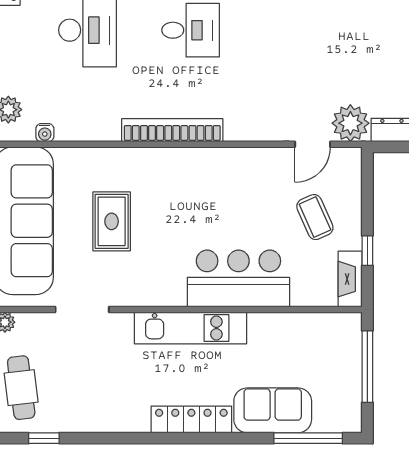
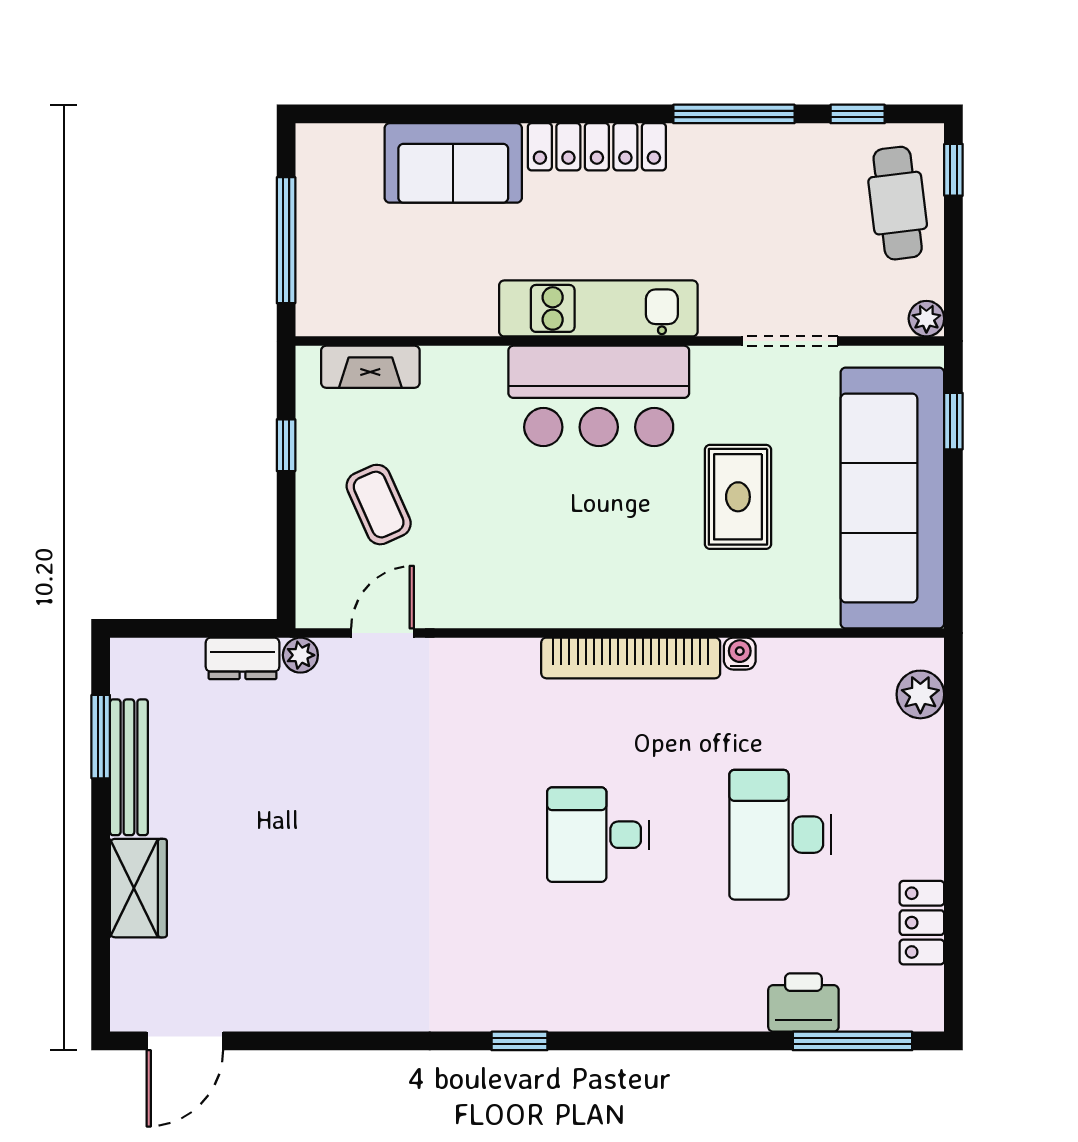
plant: (350, 123) -> (300, 655), width x0.53, depth x0.53
water cooler: (45, 133) -> (740, 654), moved
bar counter: (238, 279) -> (599, 396), moved
fireplace: (350, 279) -> (370, 367), moved, turned 90
window: (308, 438) -> (734, 114), moved

